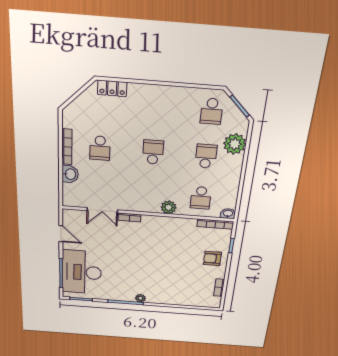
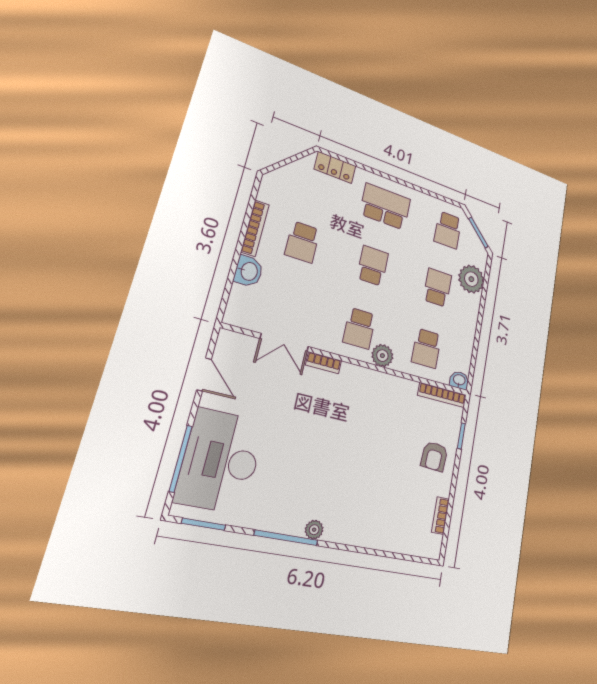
school desk: (156, 107) -> (385, 207), added
school desk: (150, 194) -> (359, 328), added
armchair: (212, 258) -> (434, 456), turned -86

